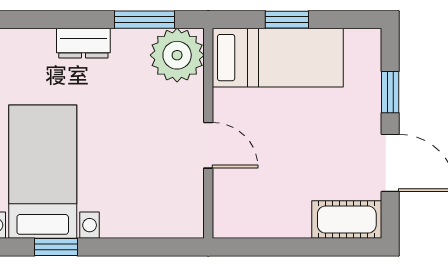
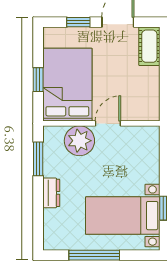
plant: (177, 55) -> (79, 141), moved
bed: (278, 58) -> (67, 85), width x1.50

